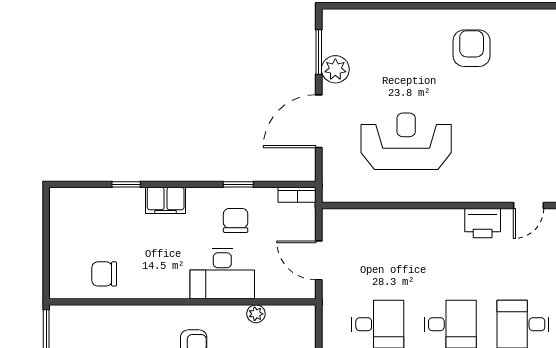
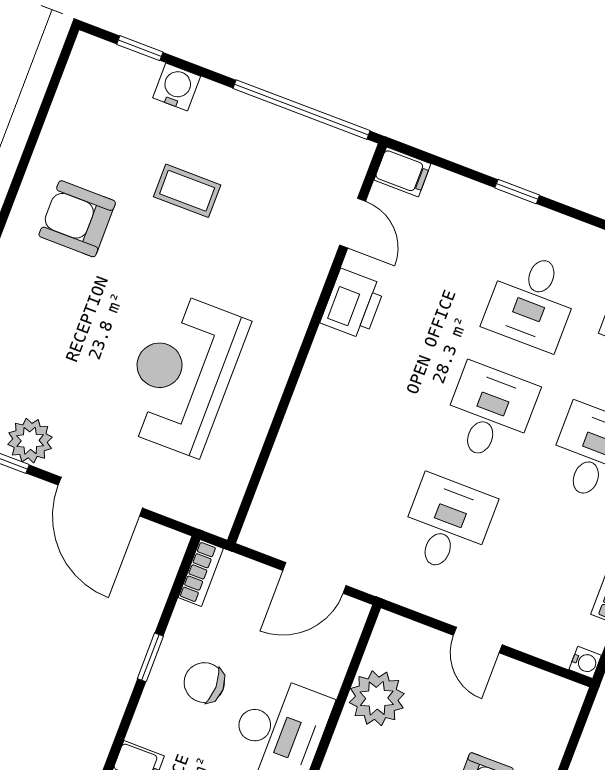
coffee table: (511, 105) -> (187, 191), added
plant: (256, 314) -> (377, 698), width x1.87, depth x1.87

